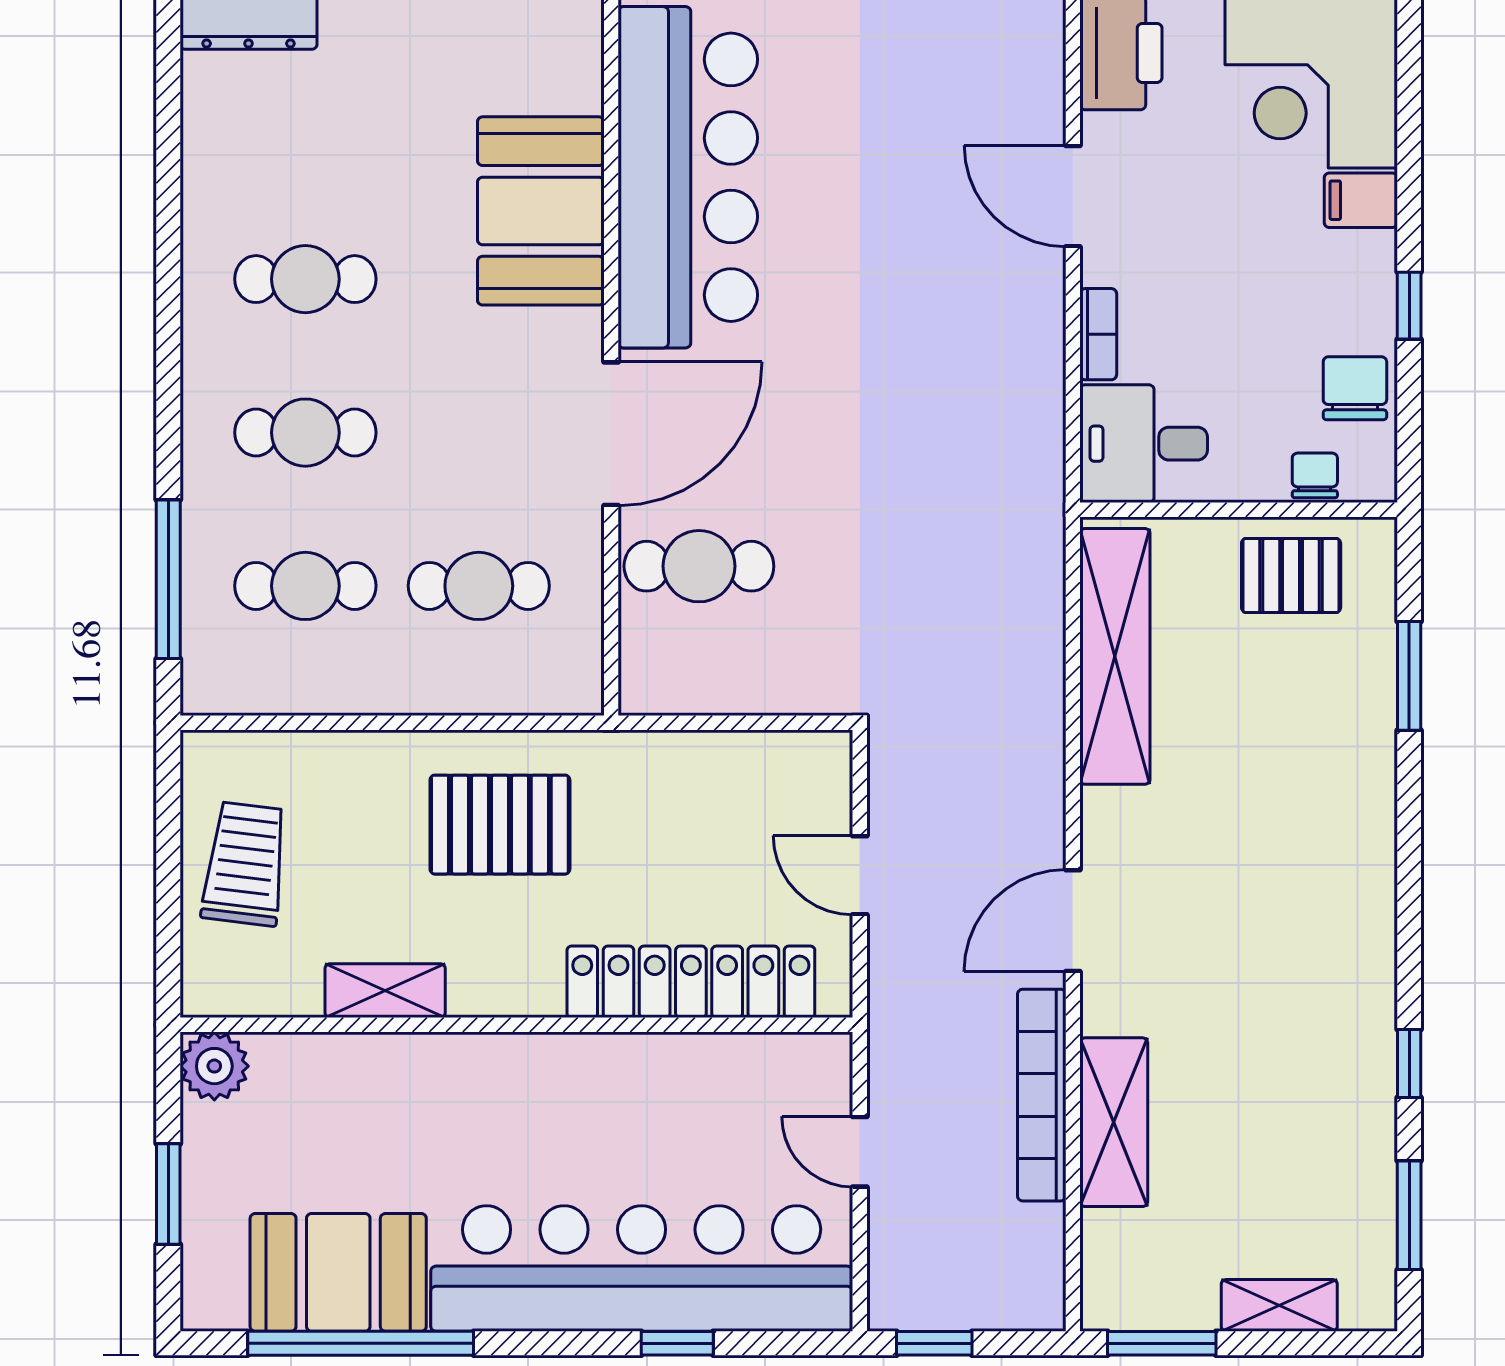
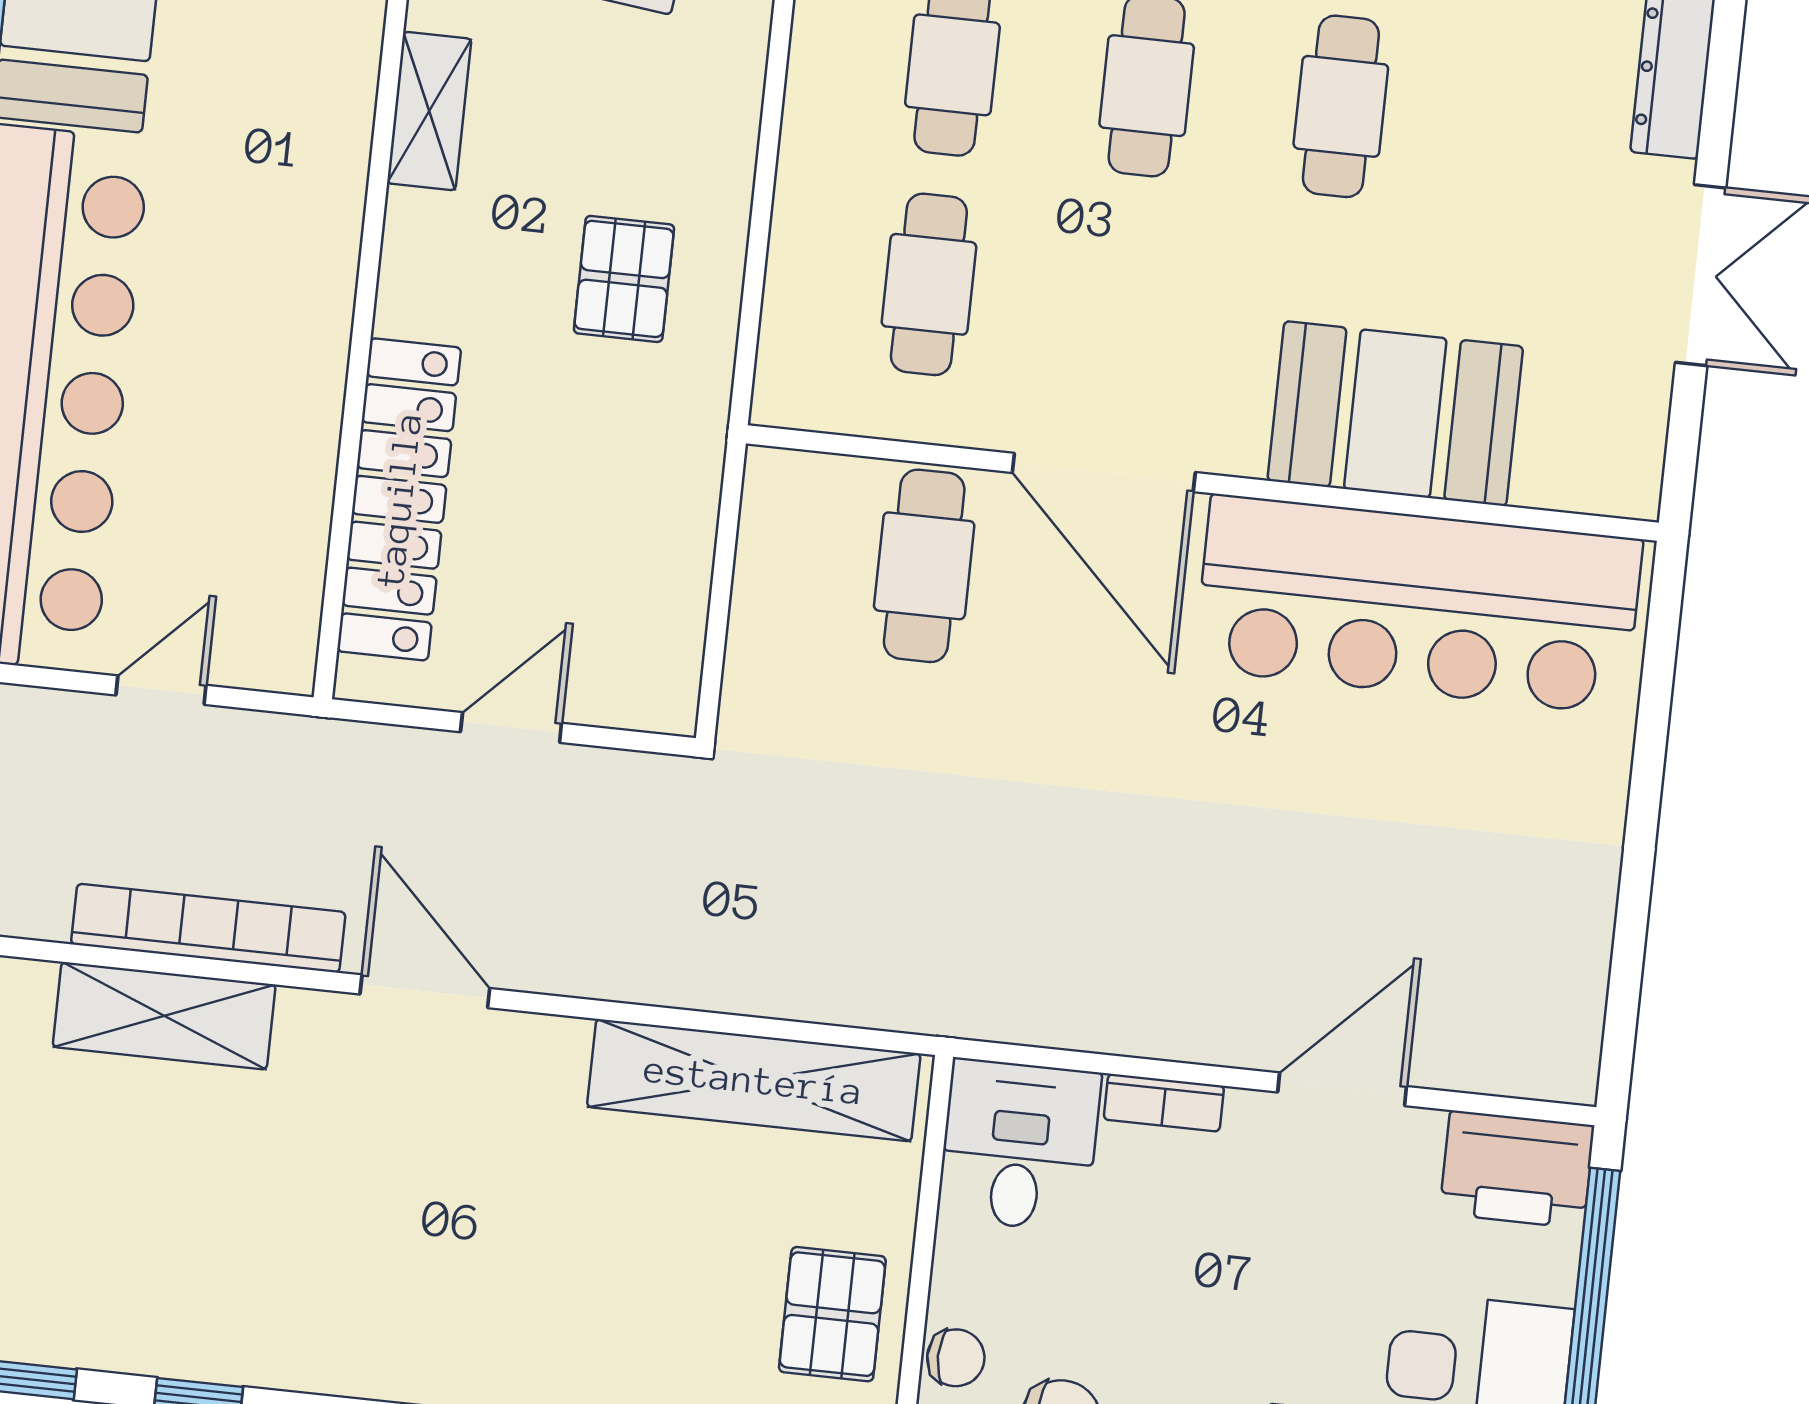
pallet: (500, 825) -> (624, 279), width x0.67, depth x0.71

